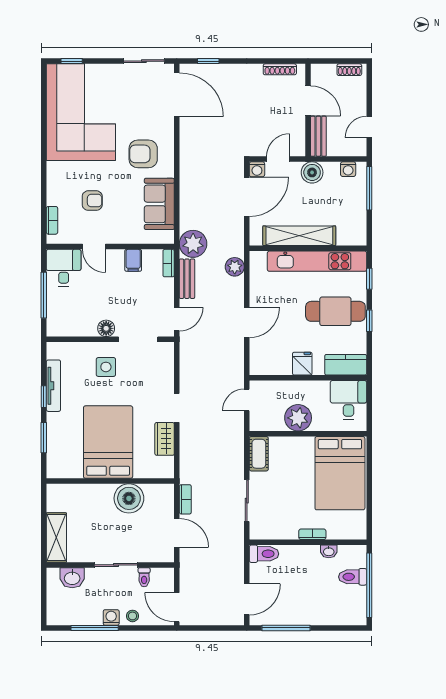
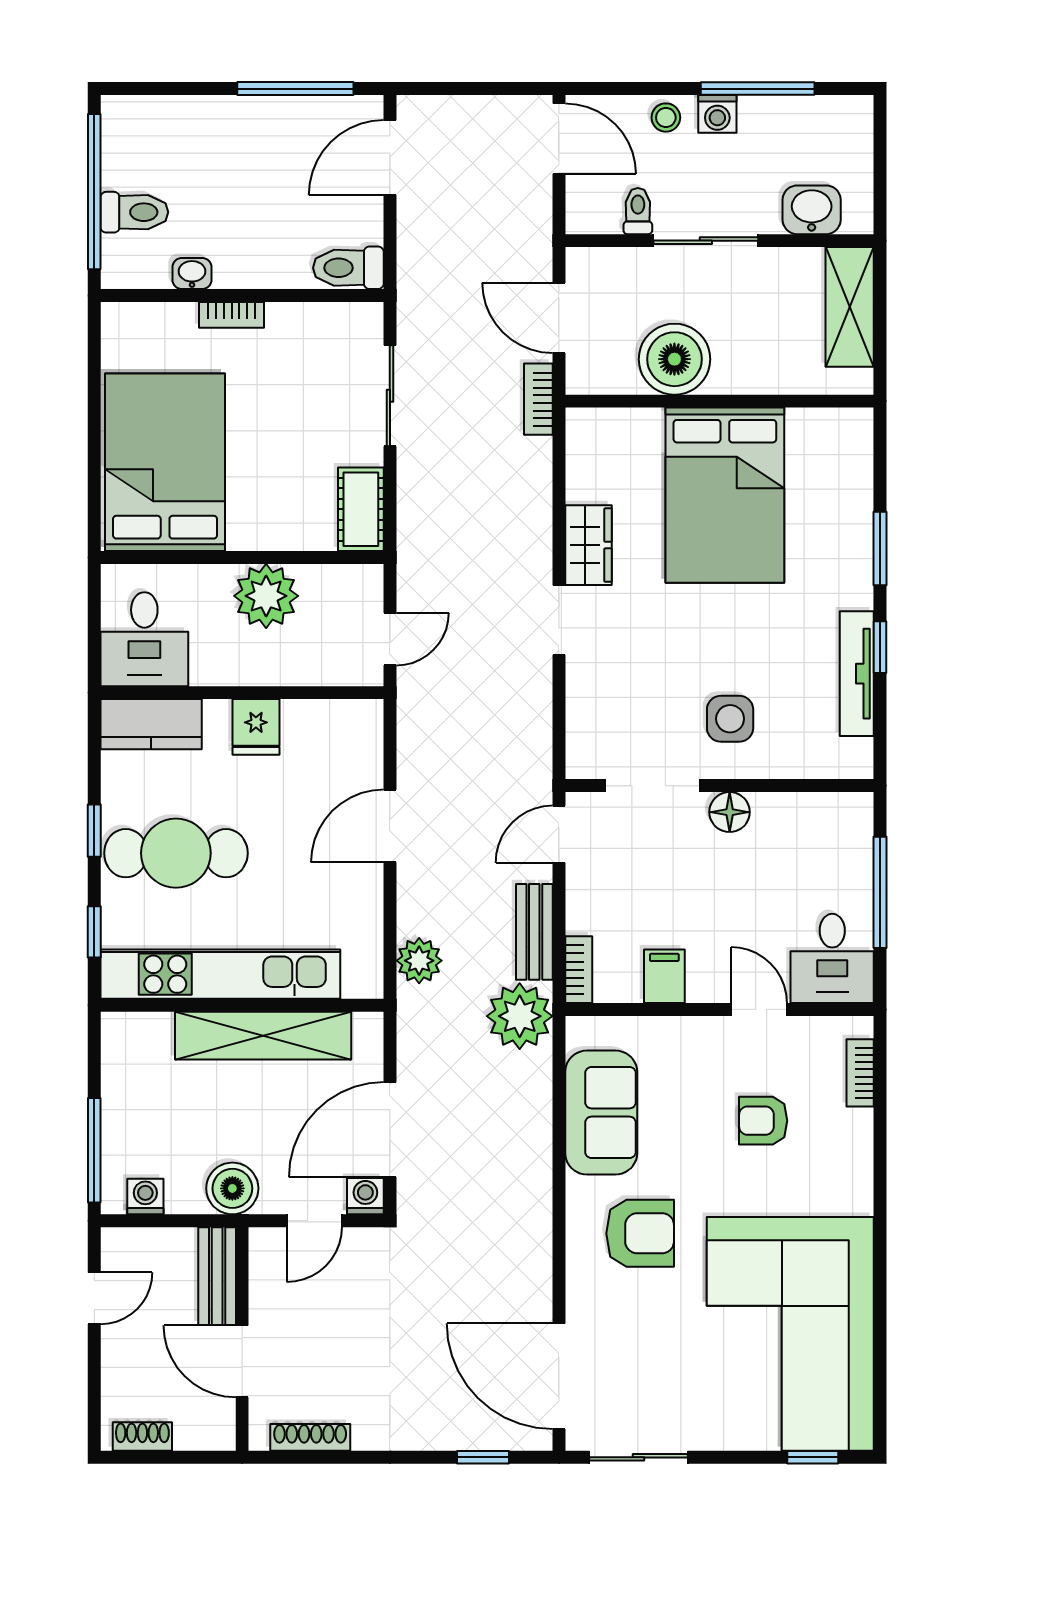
bed: (108, 442) -> (725, 495), moved
wall: (110, 481) -> (720, 401), moved
boiler: (129, 498) -> (674, 359), moved

